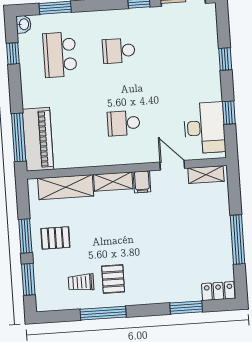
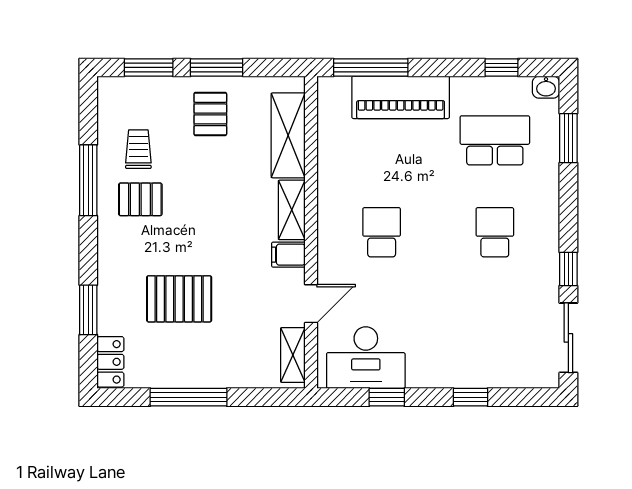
piano: (38, 139) -> (401, 97), moved
pallet: (175, 250) -> (179, 299), added

